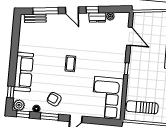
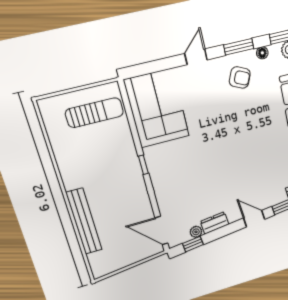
window: (92, 10) -> (193, 244), moved
door: (129, 36) -> (161, 231), moved
coffee table: (70, 64) -> (232, 141), removed

